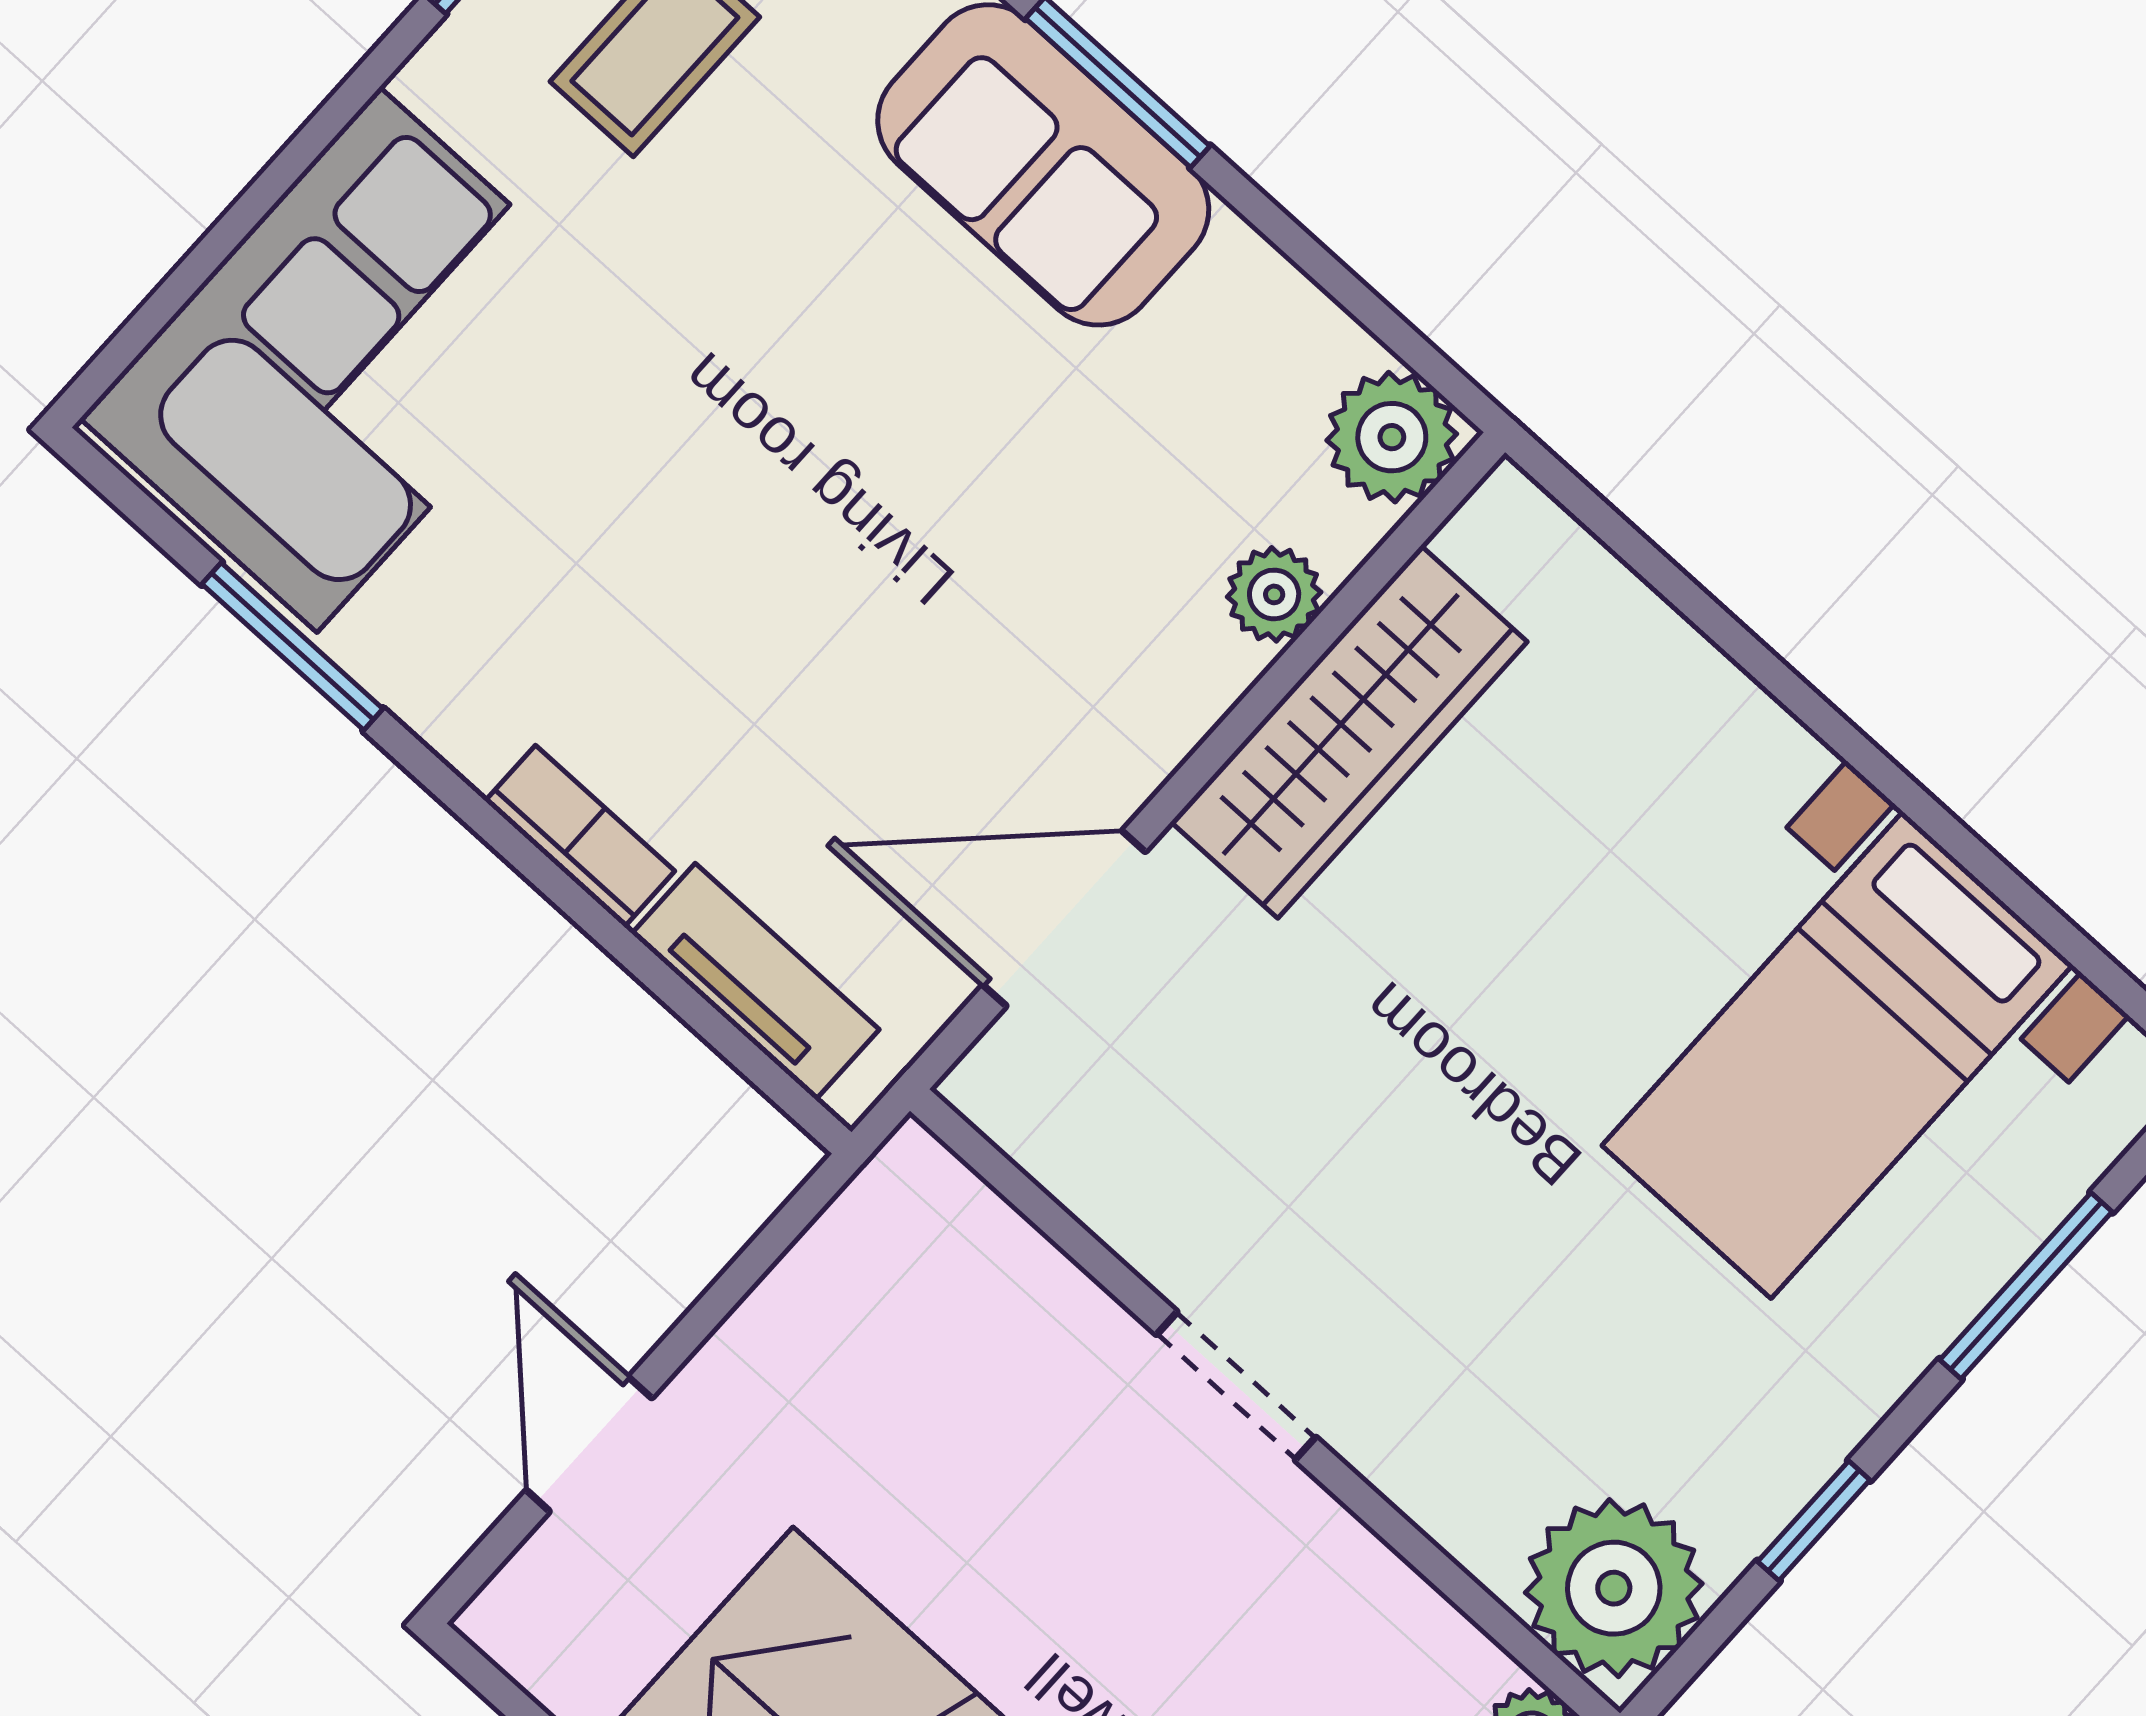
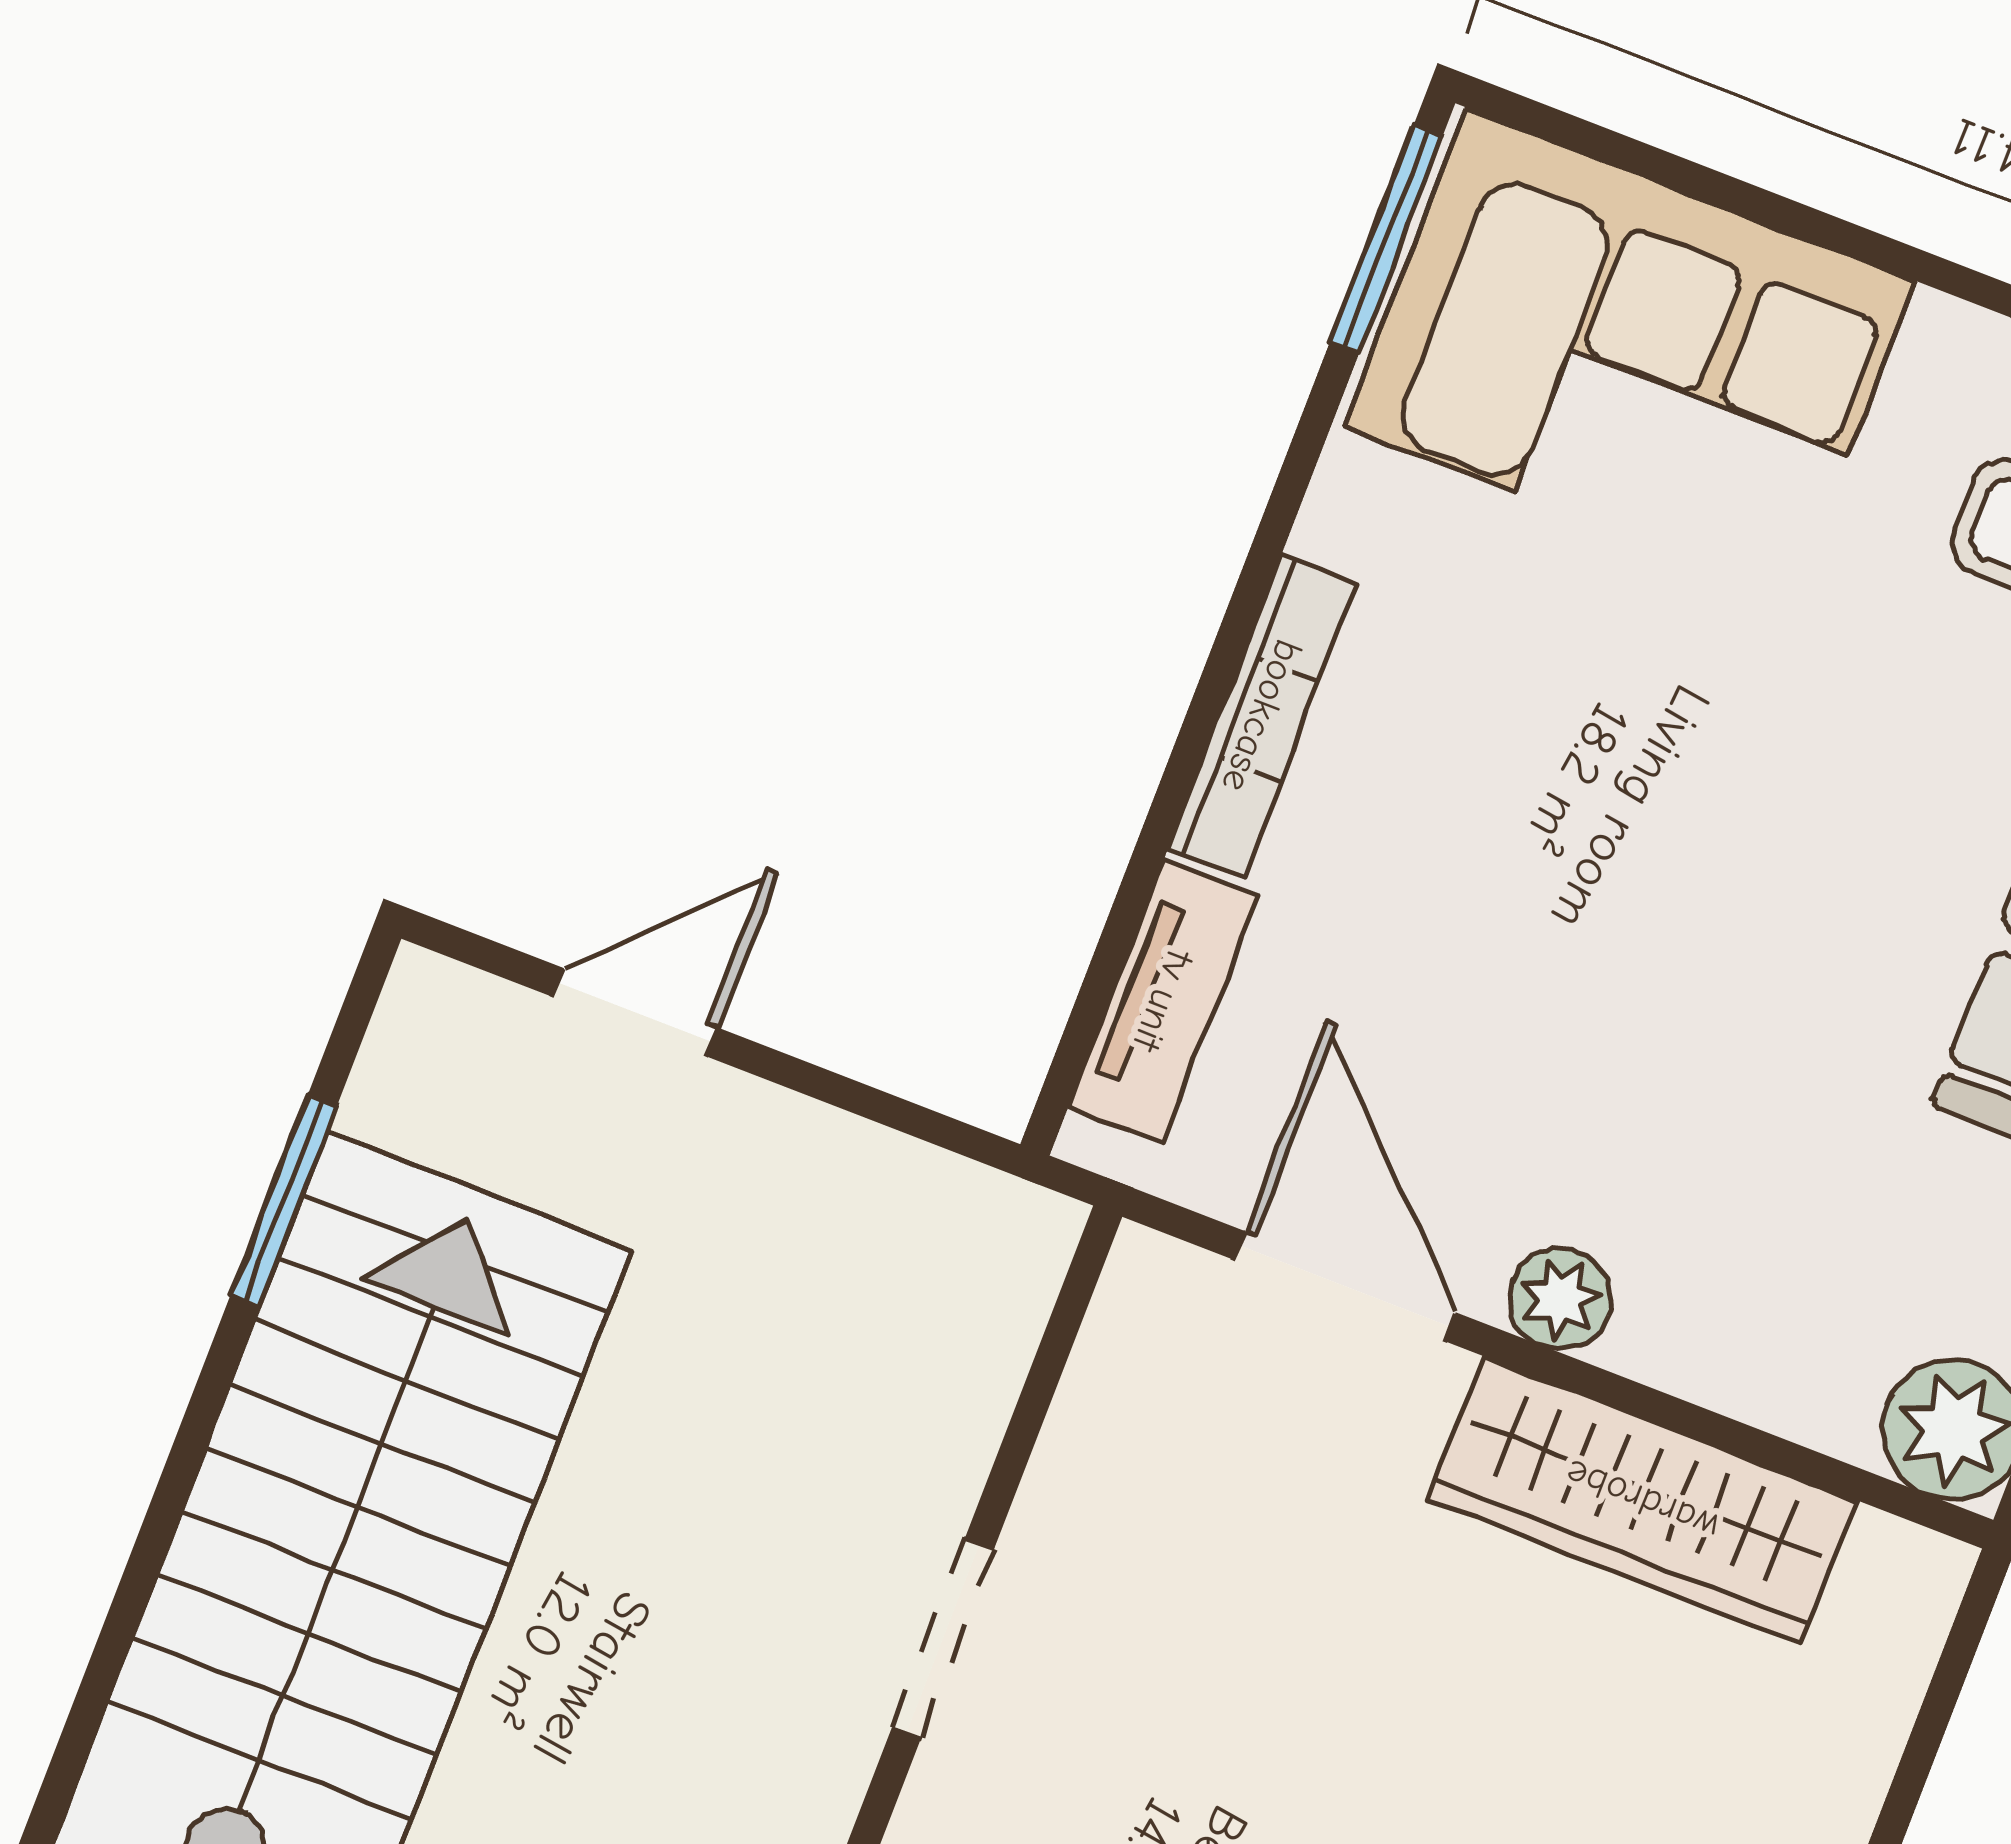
plant: (1274, 594) -> (1560, 1298), moved
window: (292, 646) -> (1386, 239), moved
bookcase: (580, 836) -> (1262, 716), width x1.56

